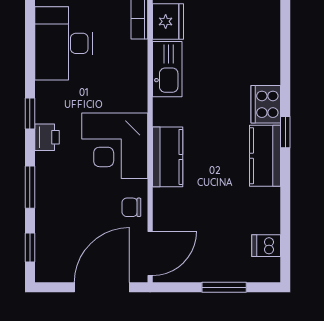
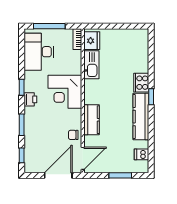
corner desk: (115, 146) -> (65, 92), moved
kitchen counter: (265, 156) -> (141, 117), width x1.50
kitchen counter: (168, 157) -> (92, 120), moved

